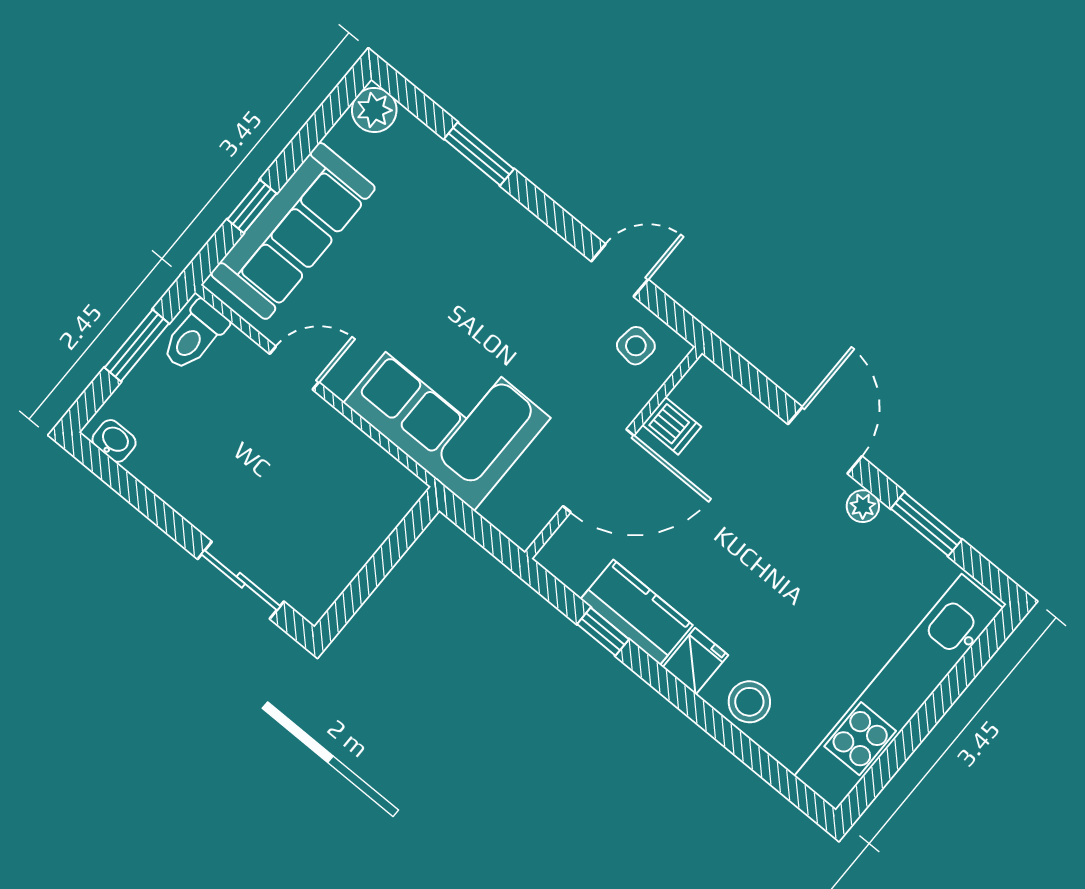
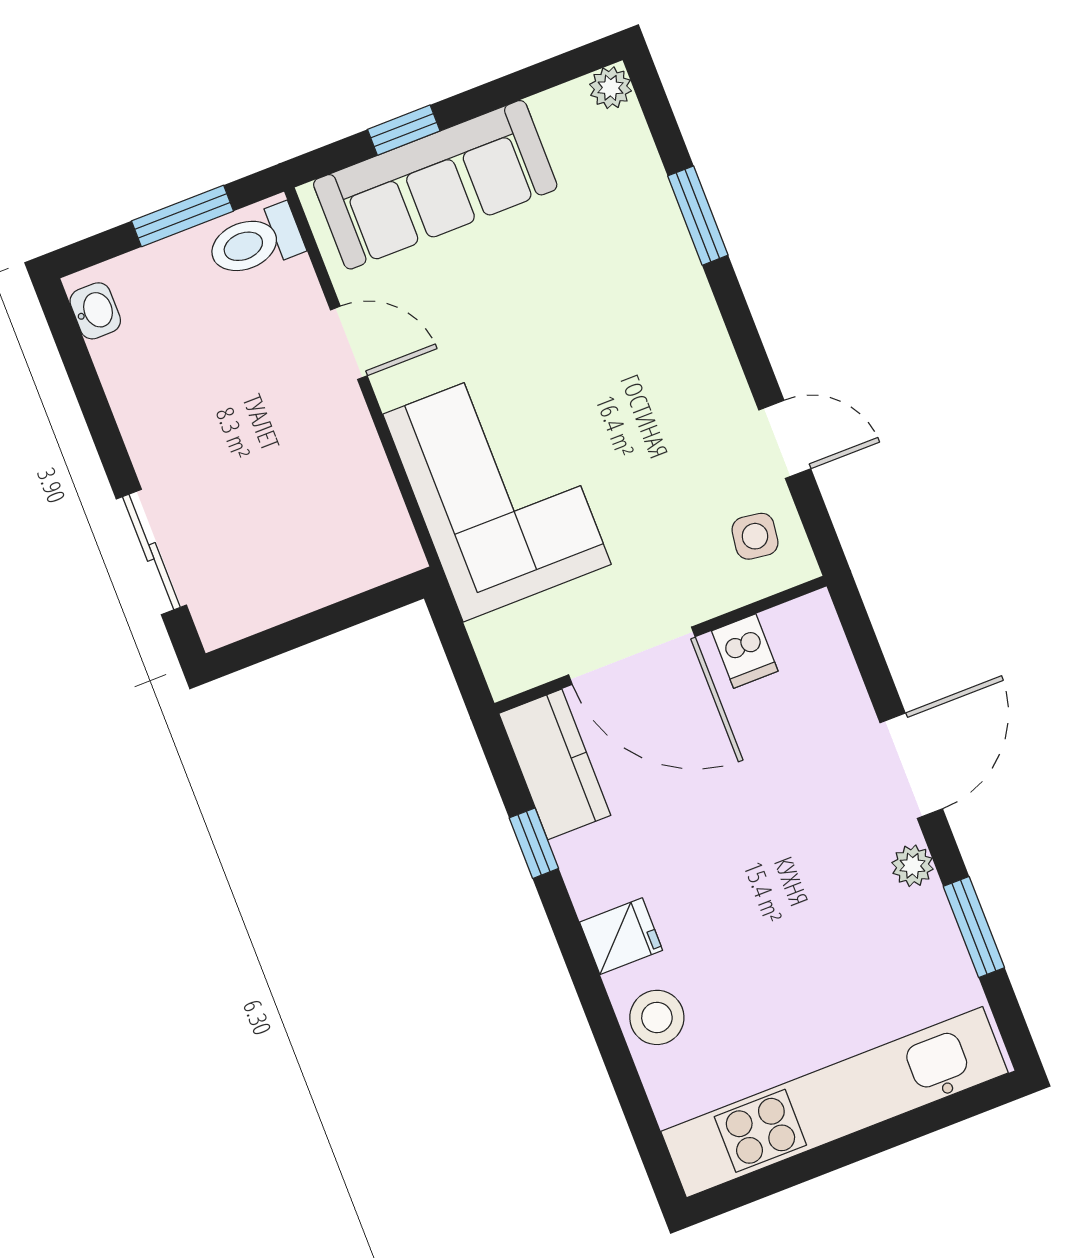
plant: (374, 110) -> (611, 88), width x0.73, depth x0.73
kitchen counter: (637, 612) -> (555, 764), moved

